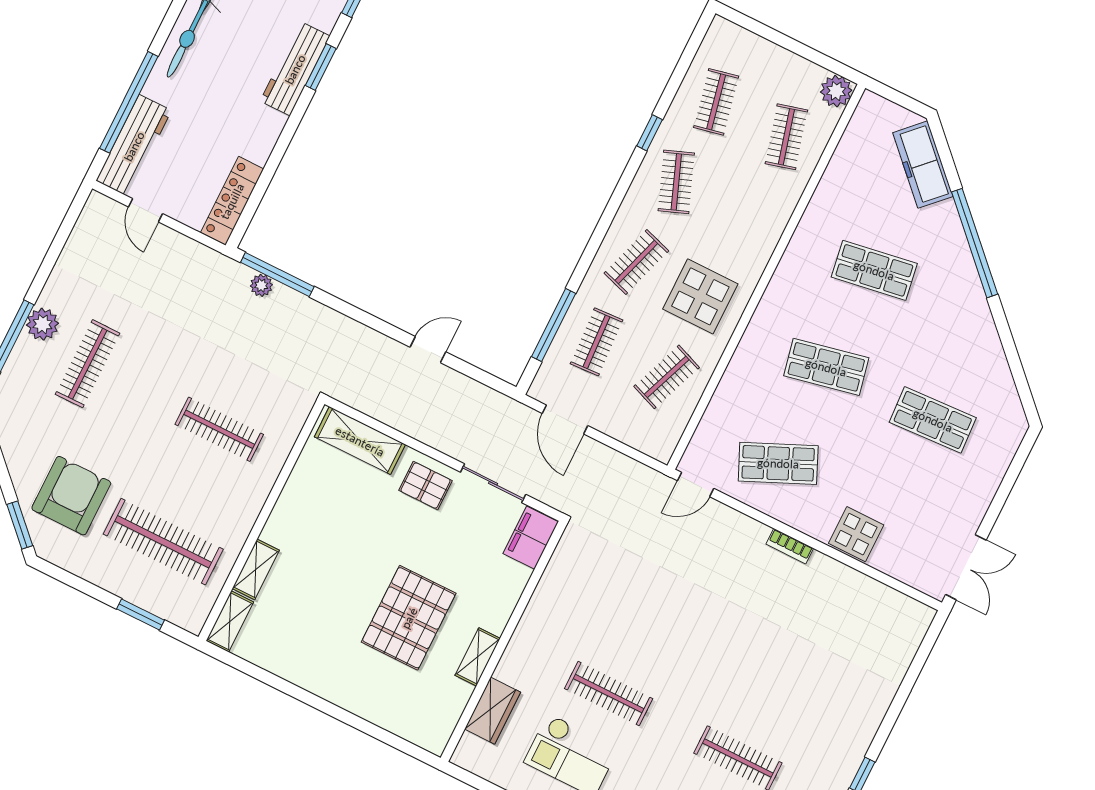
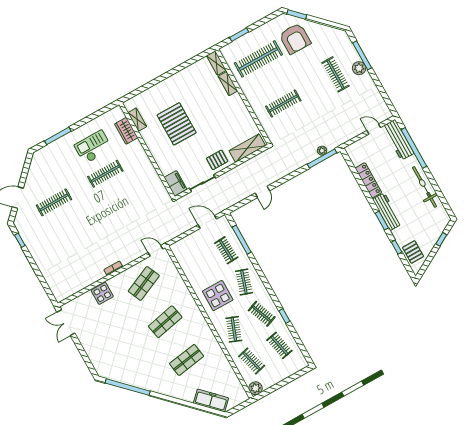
locker: (232, 201) -> (368, 180), moved
window: (975, 243) -> (128, 387), moved
clothes rail: (667, 377) -> (234, 329), moved
shop shelf: (933, 420) -> (123, 345), removed
door: (696, 485) -> (156, 251), hinge flipped
shelving: (478, 657) -> (137, 120), moved

